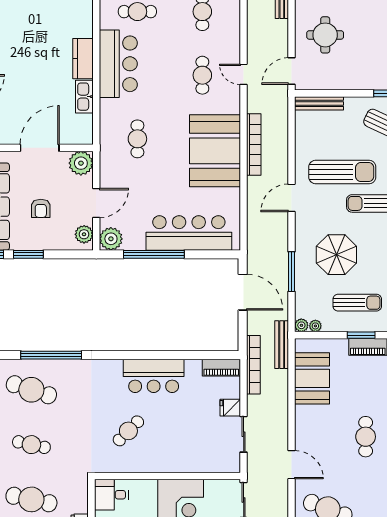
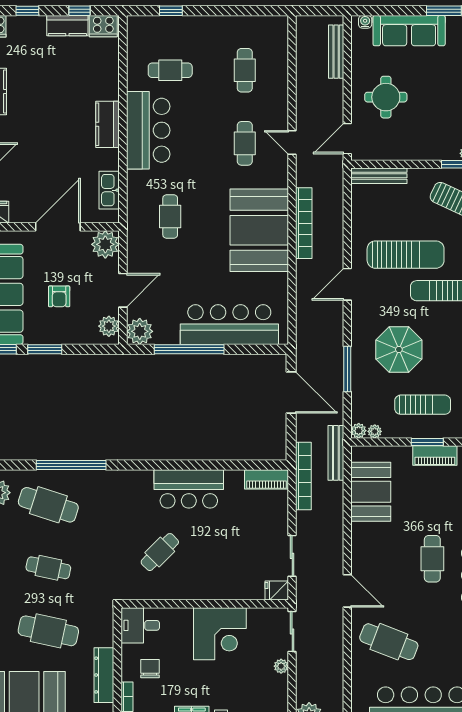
kitchen sink: (84, 97) -> (109, 190), moved
fridge: (230, 408) -> (277, 590), moved

